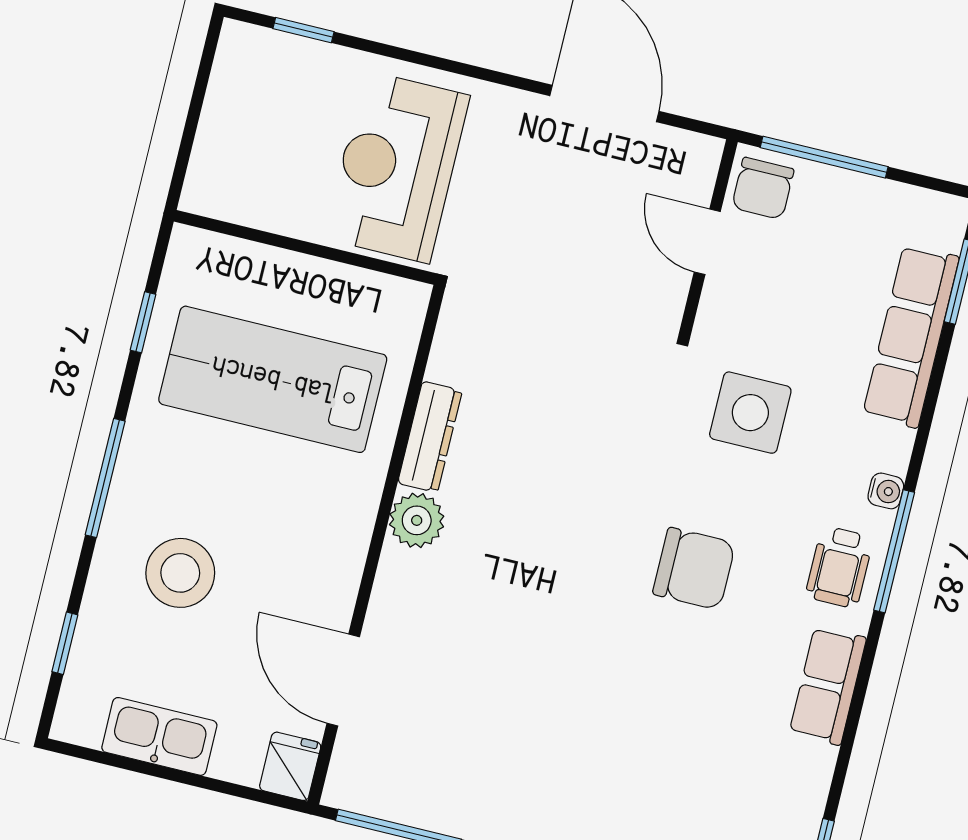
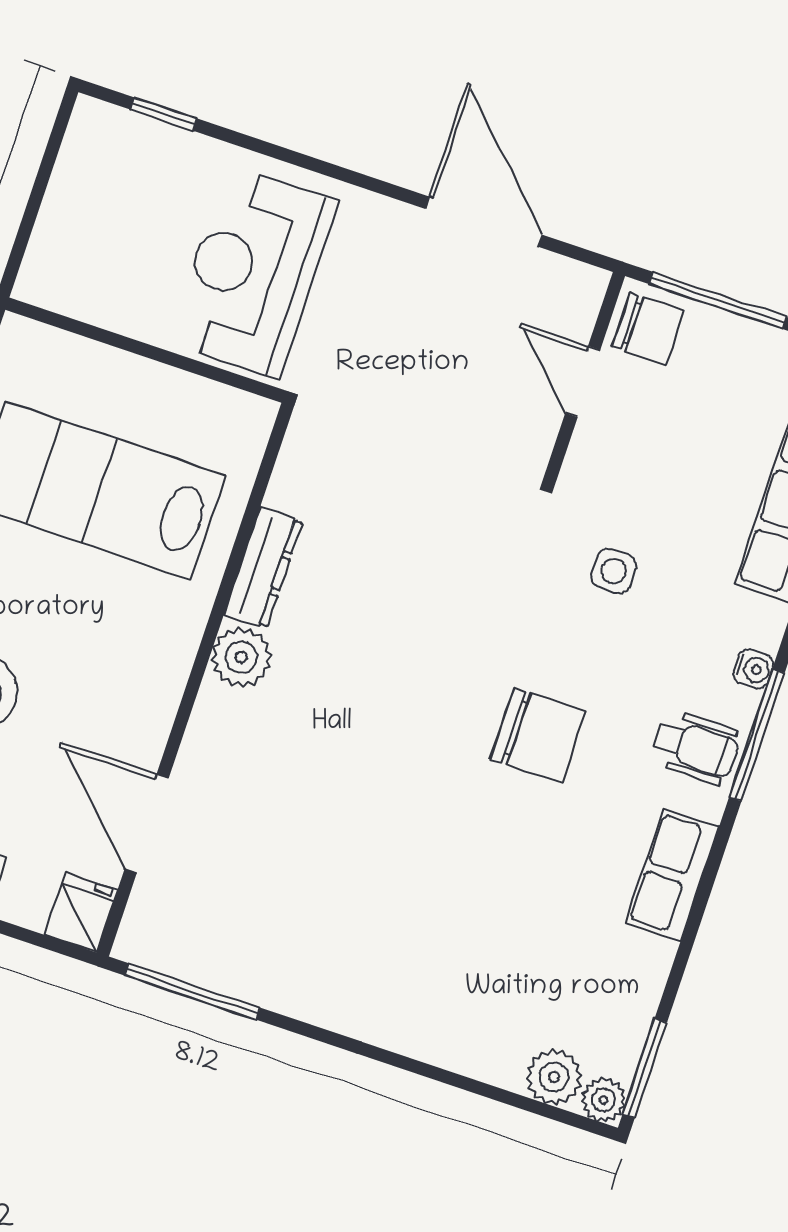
chair: (763, 188) -> (648, 329), turned -90
side table: (750, 413) -> (614, 571), width x0.54, depth x0.54
wheelchair: (839, 567) -> (696, 747), turned -90

